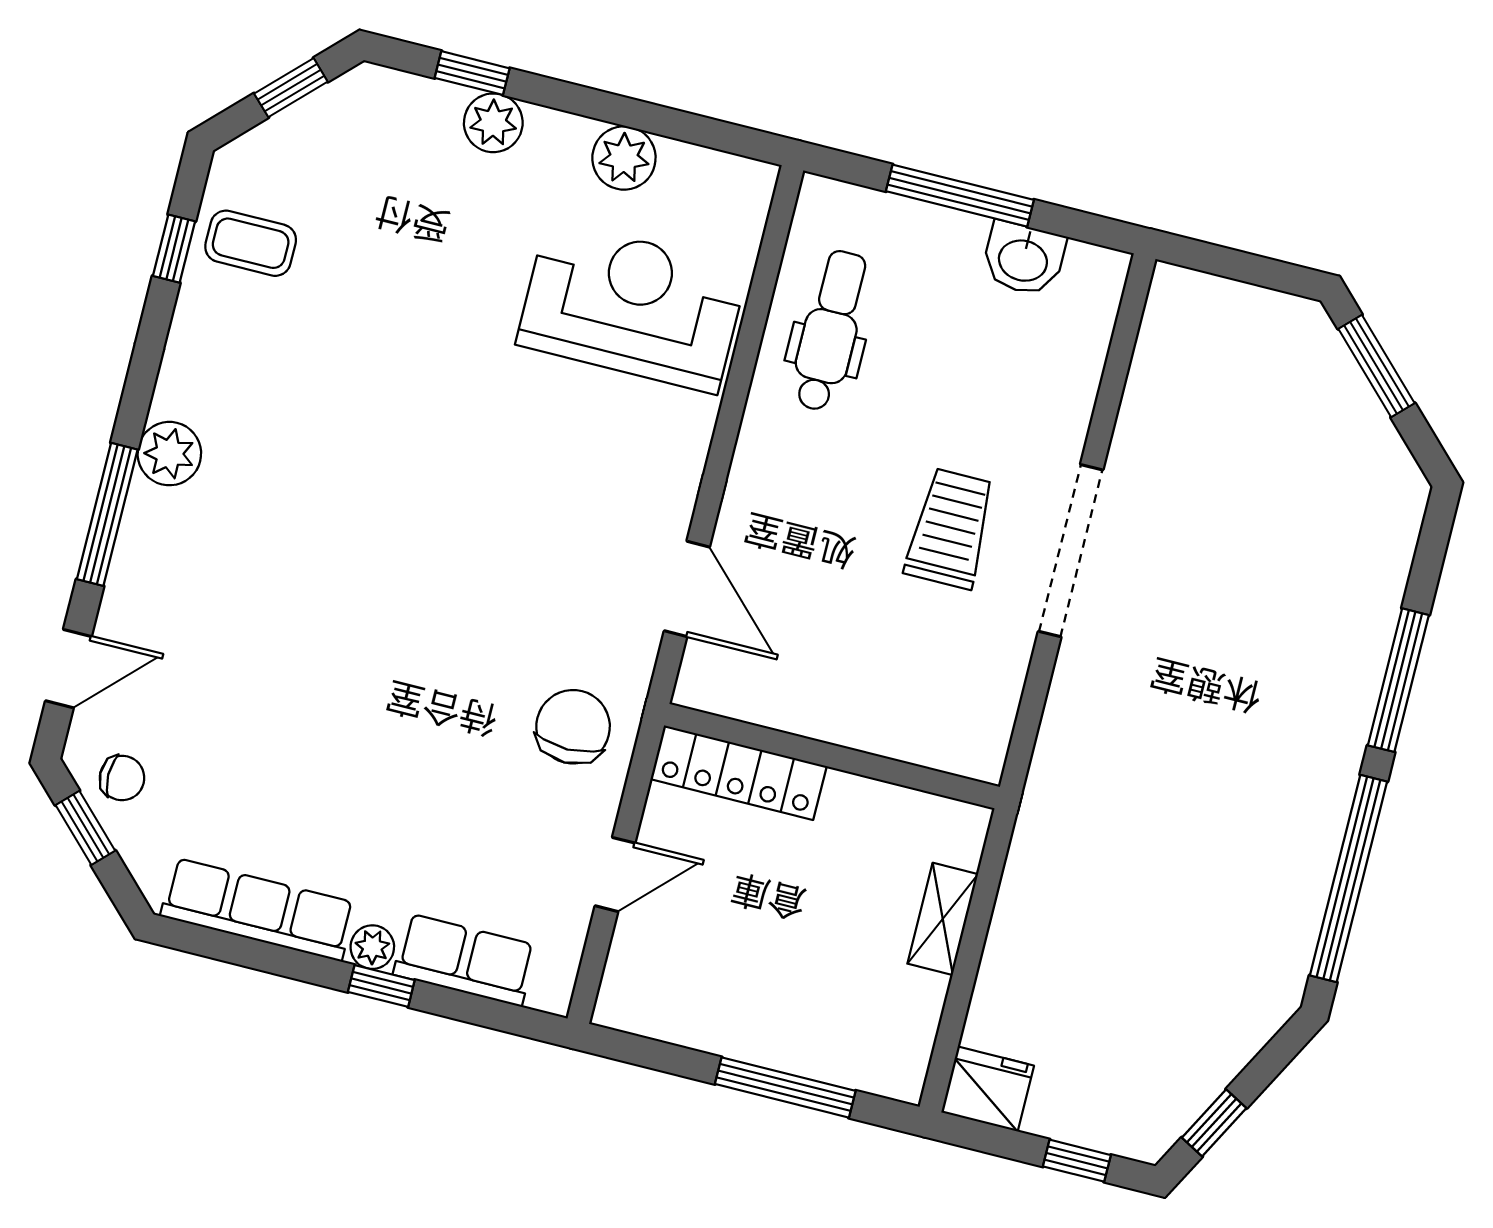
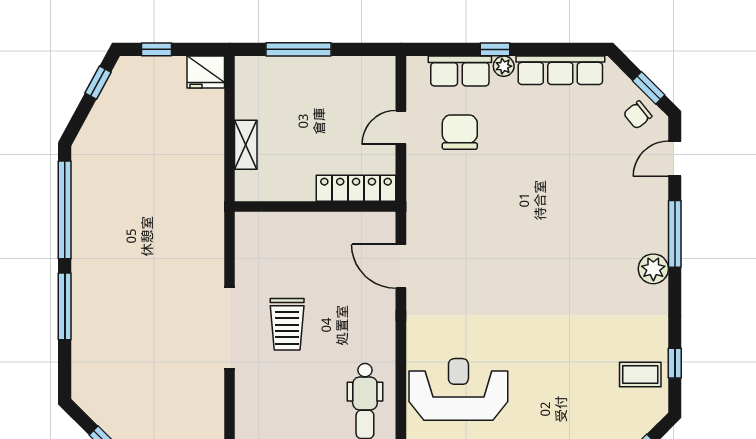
reception desk: (632, 306) -> (458, 389), turned 180
chair: (573, 727) -> (460, 132), moved, turned 180
chair: (122, 778) -> (638, 115), turned -39

